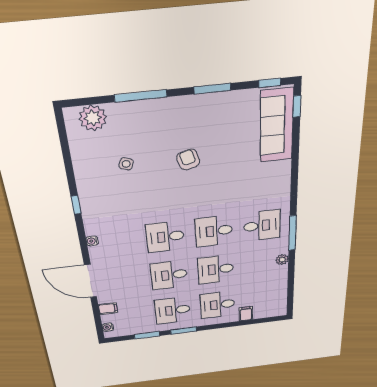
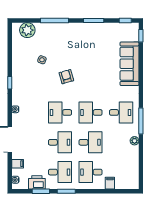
sofa: (277, 125) -> (129, 64), moved
armchair: (188, 160) -> (66, 77), moved
desk: (216, 269) -> (91, 142), turned 180
desk: (169, 275) -> (60, 142), turned 180
desk: (173, 310) -> (60, 172), turned 180
printer: (140, 326) -> (37, 182), added

